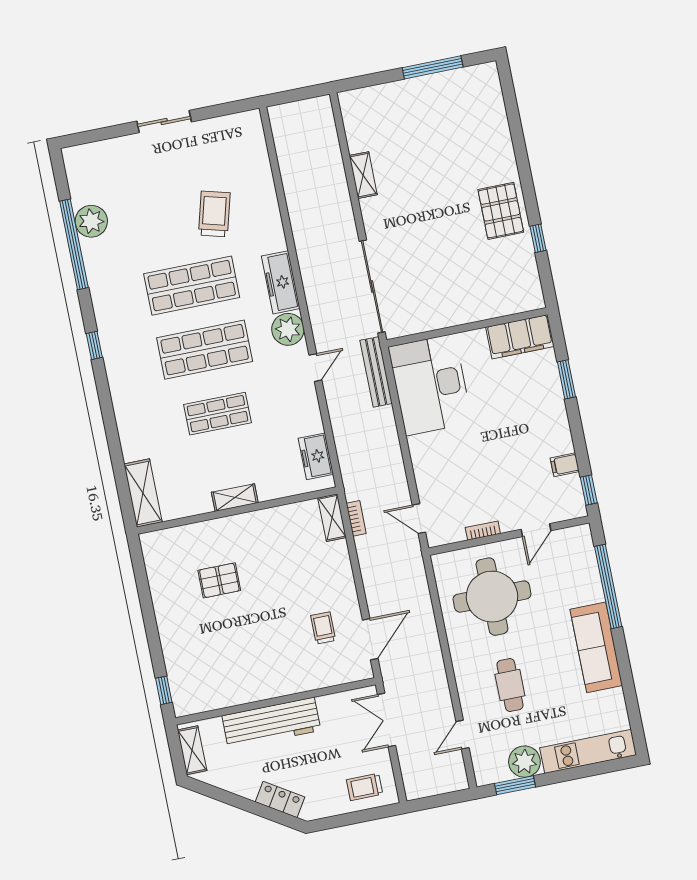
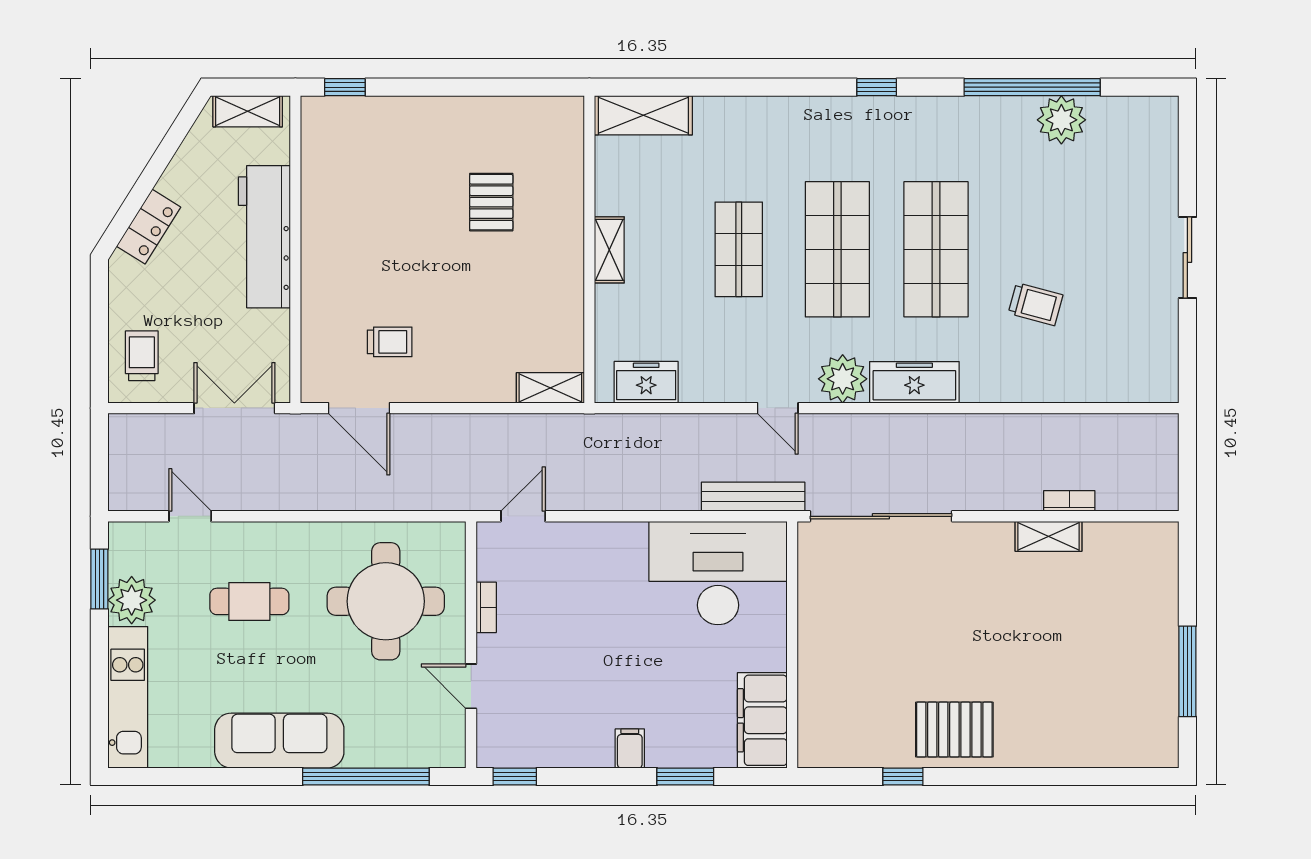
trolley: (214, 214) -> (1036, 304), width x0.73, depth x0.72
filing cabinet: (565, 465) -> (630, 748), moved
bookcase: (356, 518) -> (1069, 501), moved, turned 180

